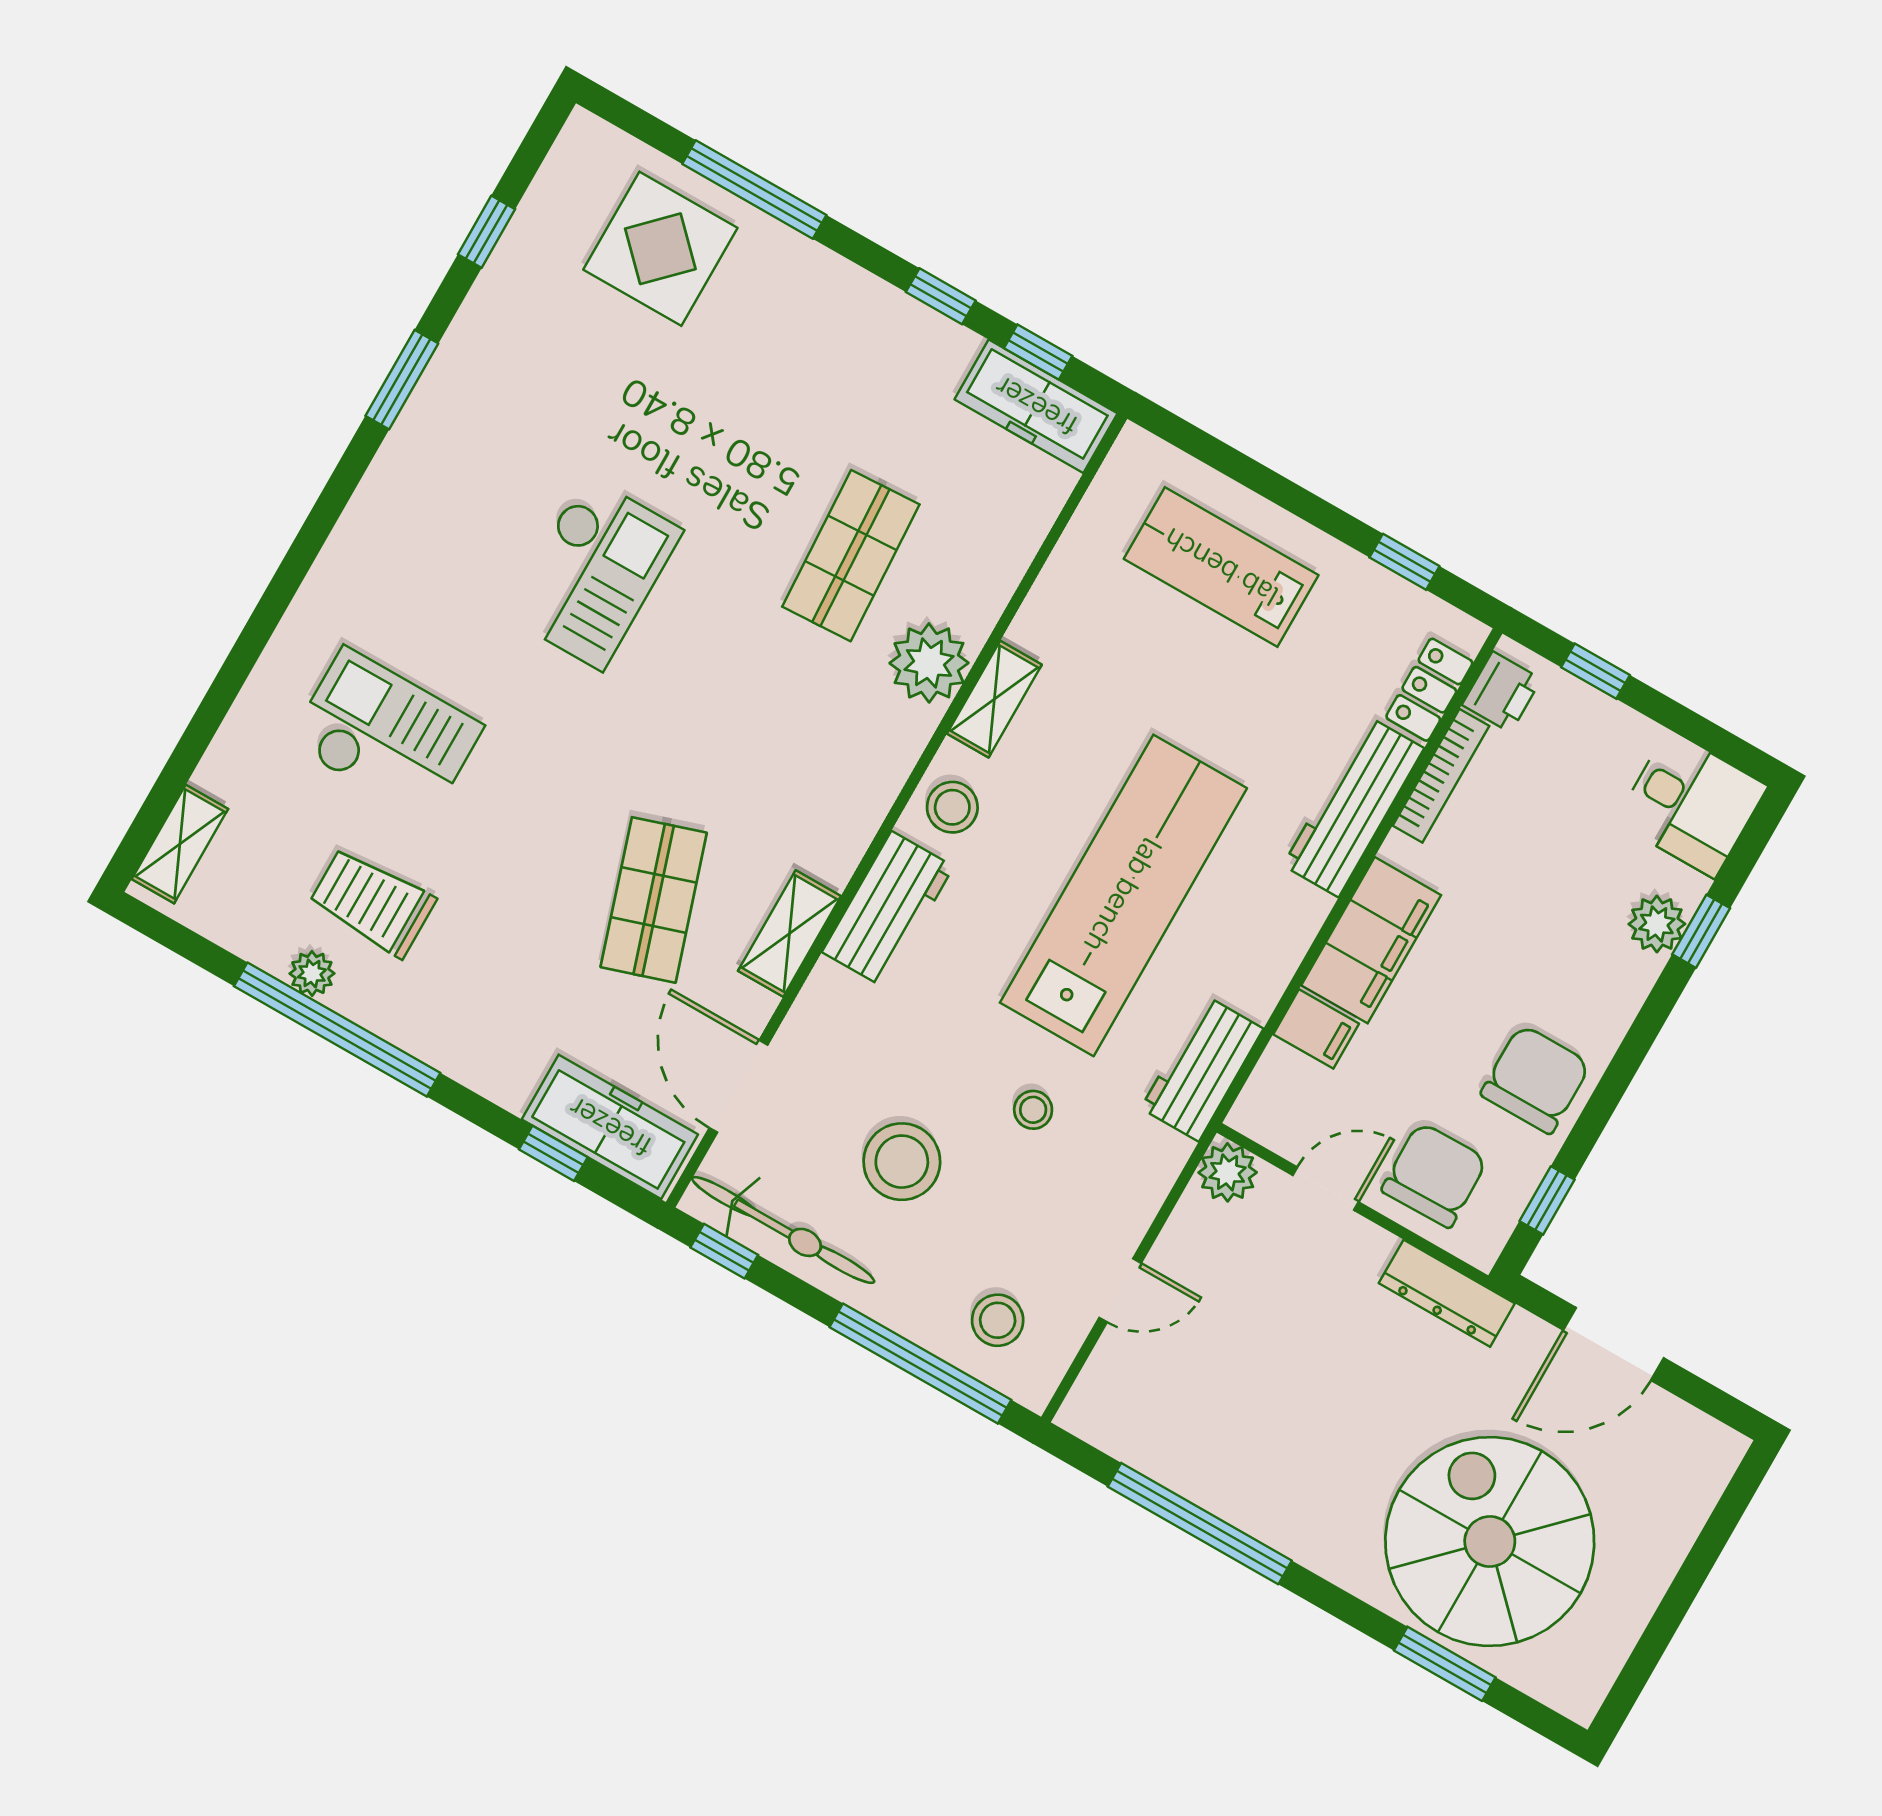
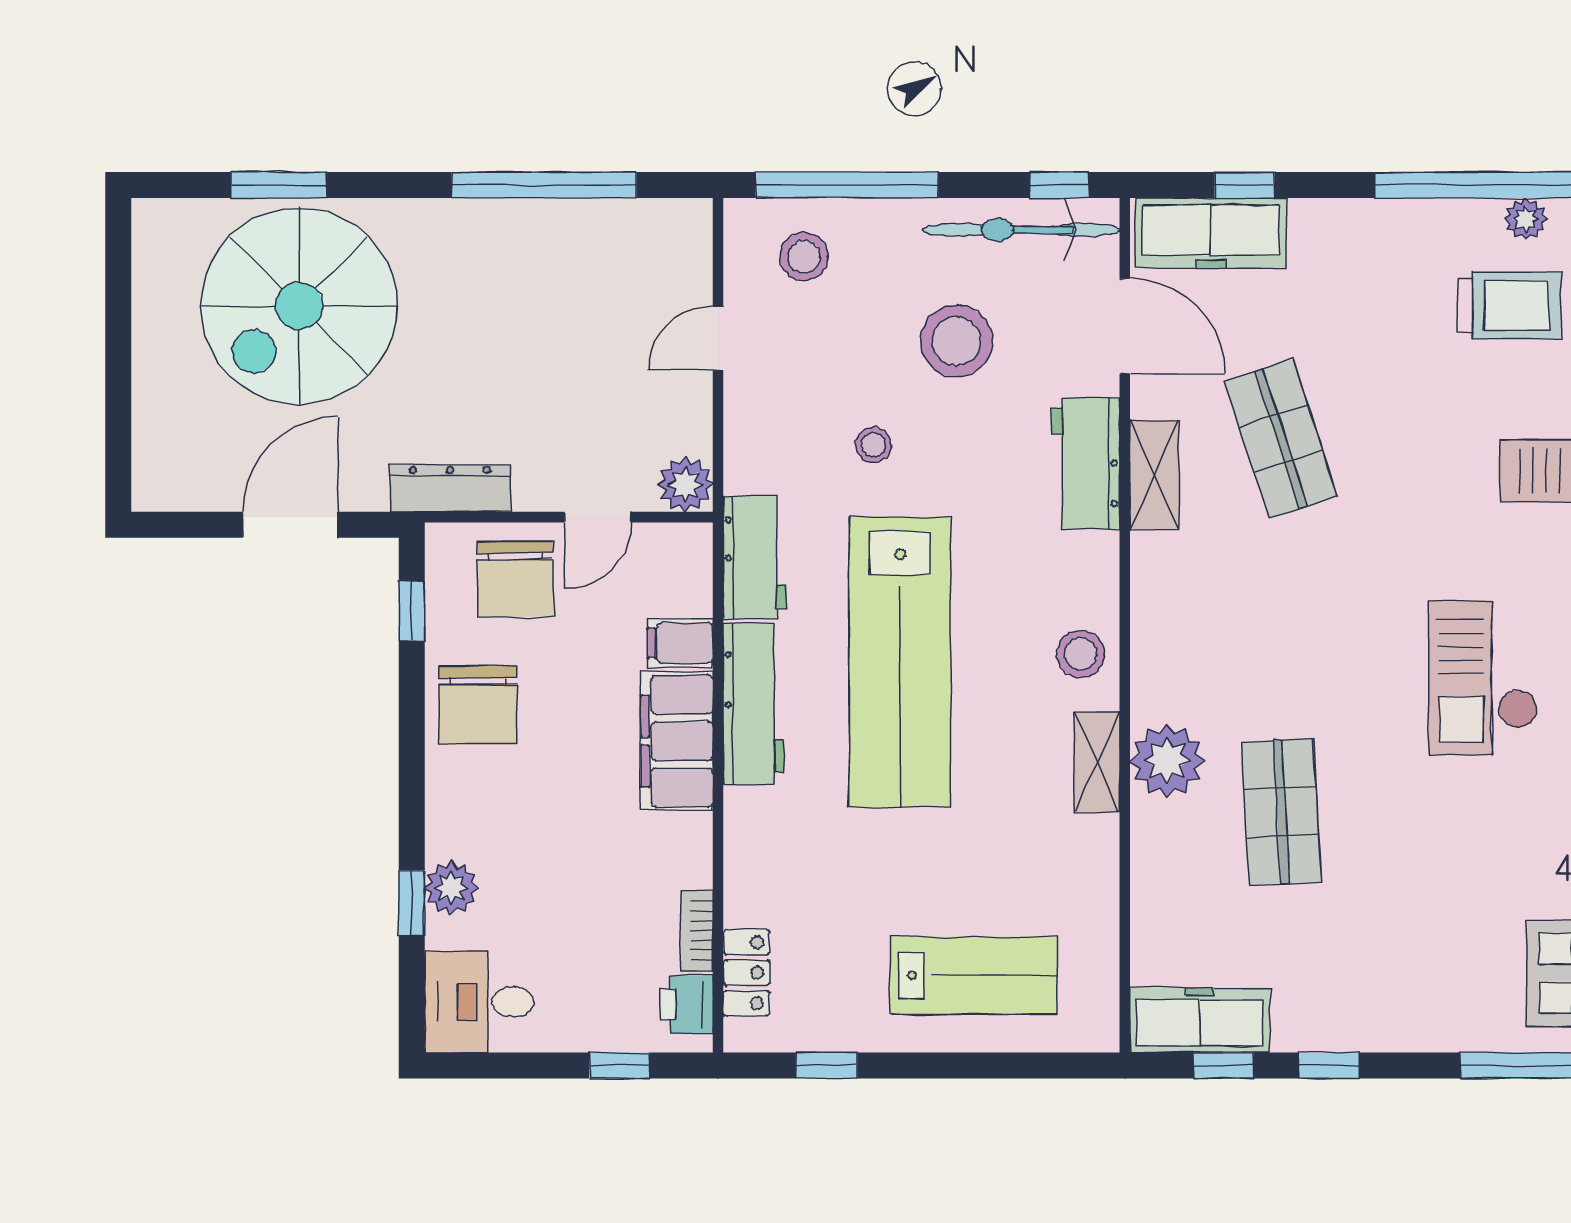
bookcase: (1441, 776) -> (697, 931), width x0.64
workbench: (1353, 807) -> (754, 704), moved
workbench: (888, 909) -> (1086, 463), moved
spiral stairs: (1490, 1542) -> (299, 306), turned 90

